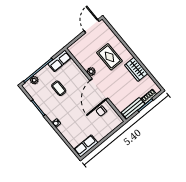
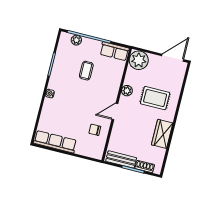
plant: (77, 49) -> (139, 60), added
rug: (109, 57) -> (155, 98), turned 90
door: (99, 89) -> (115, 111), width x0.53
row of seats: (86, 146) -> (55, 142), width x1.48

